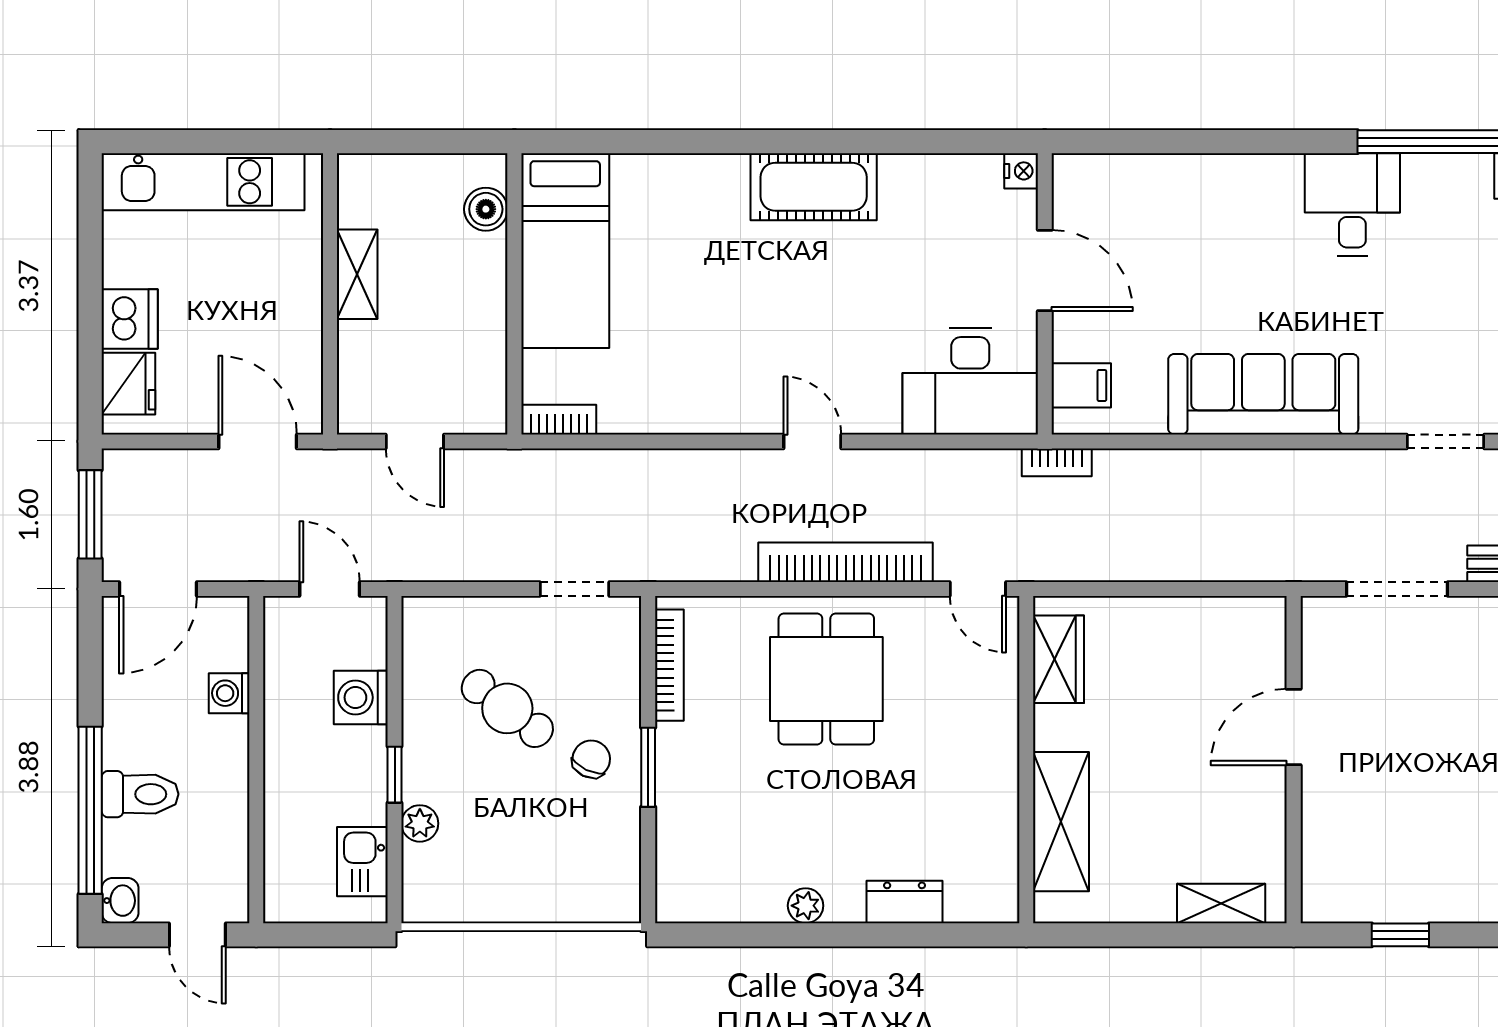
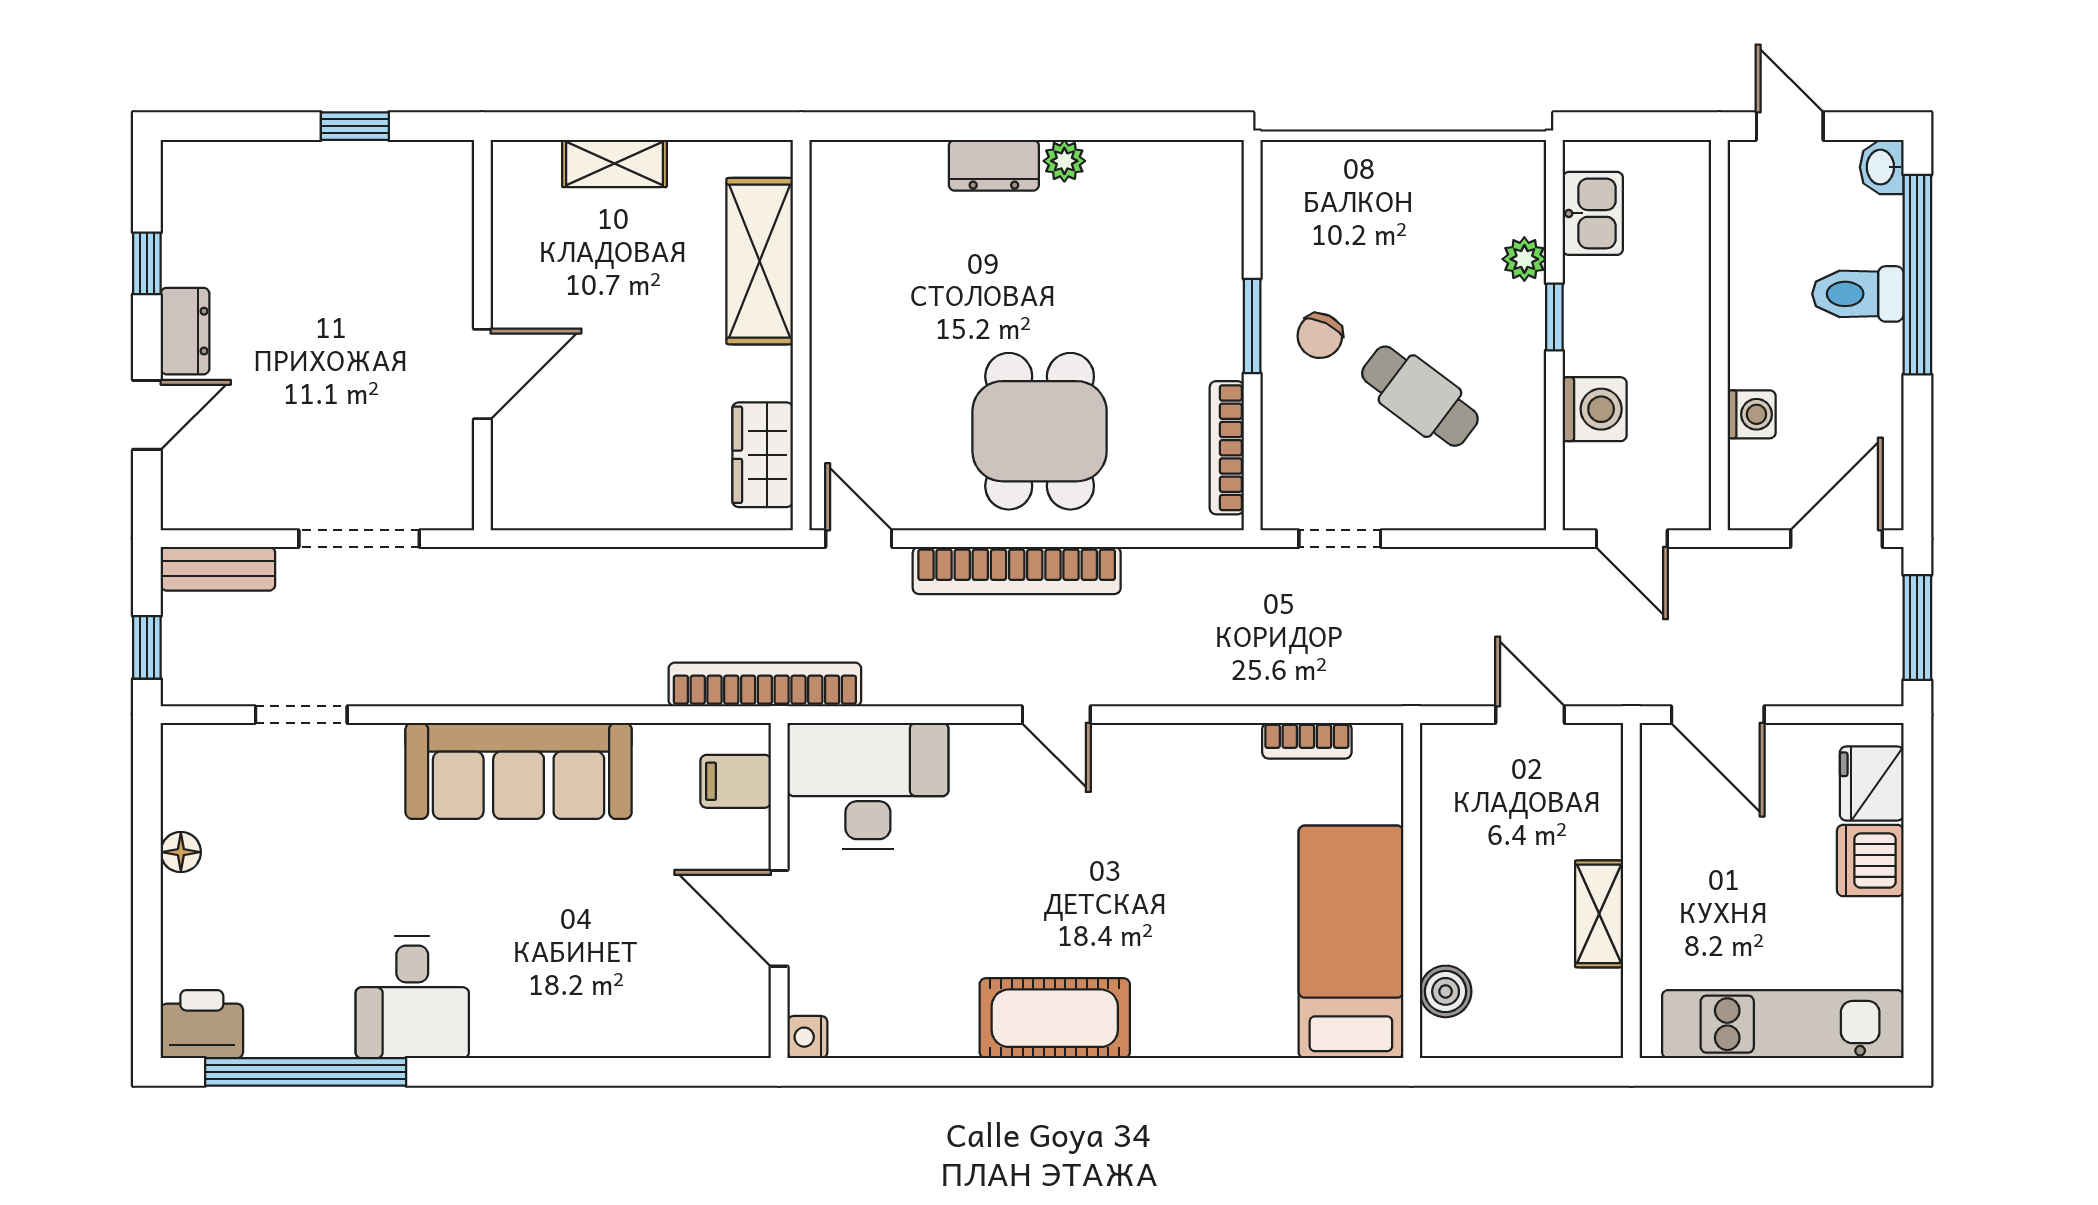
bookcase: (559, 420) -> (1307, 741), moved
bookcase: (1057, 462) -> (765, 684), width x2.31, depth x1.31
dresser: (905, 902) -> (994, 165), moved
shelving: (1221, 903) -> (614, 164), moved

